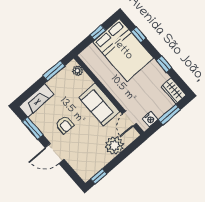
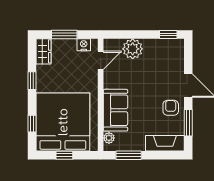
bed: (123, 50) -> (63, 122), width x1.36
sofa: (99, 104) -> (115, 110), moved
armchair: (65, 125) -> (171, 108), moved

